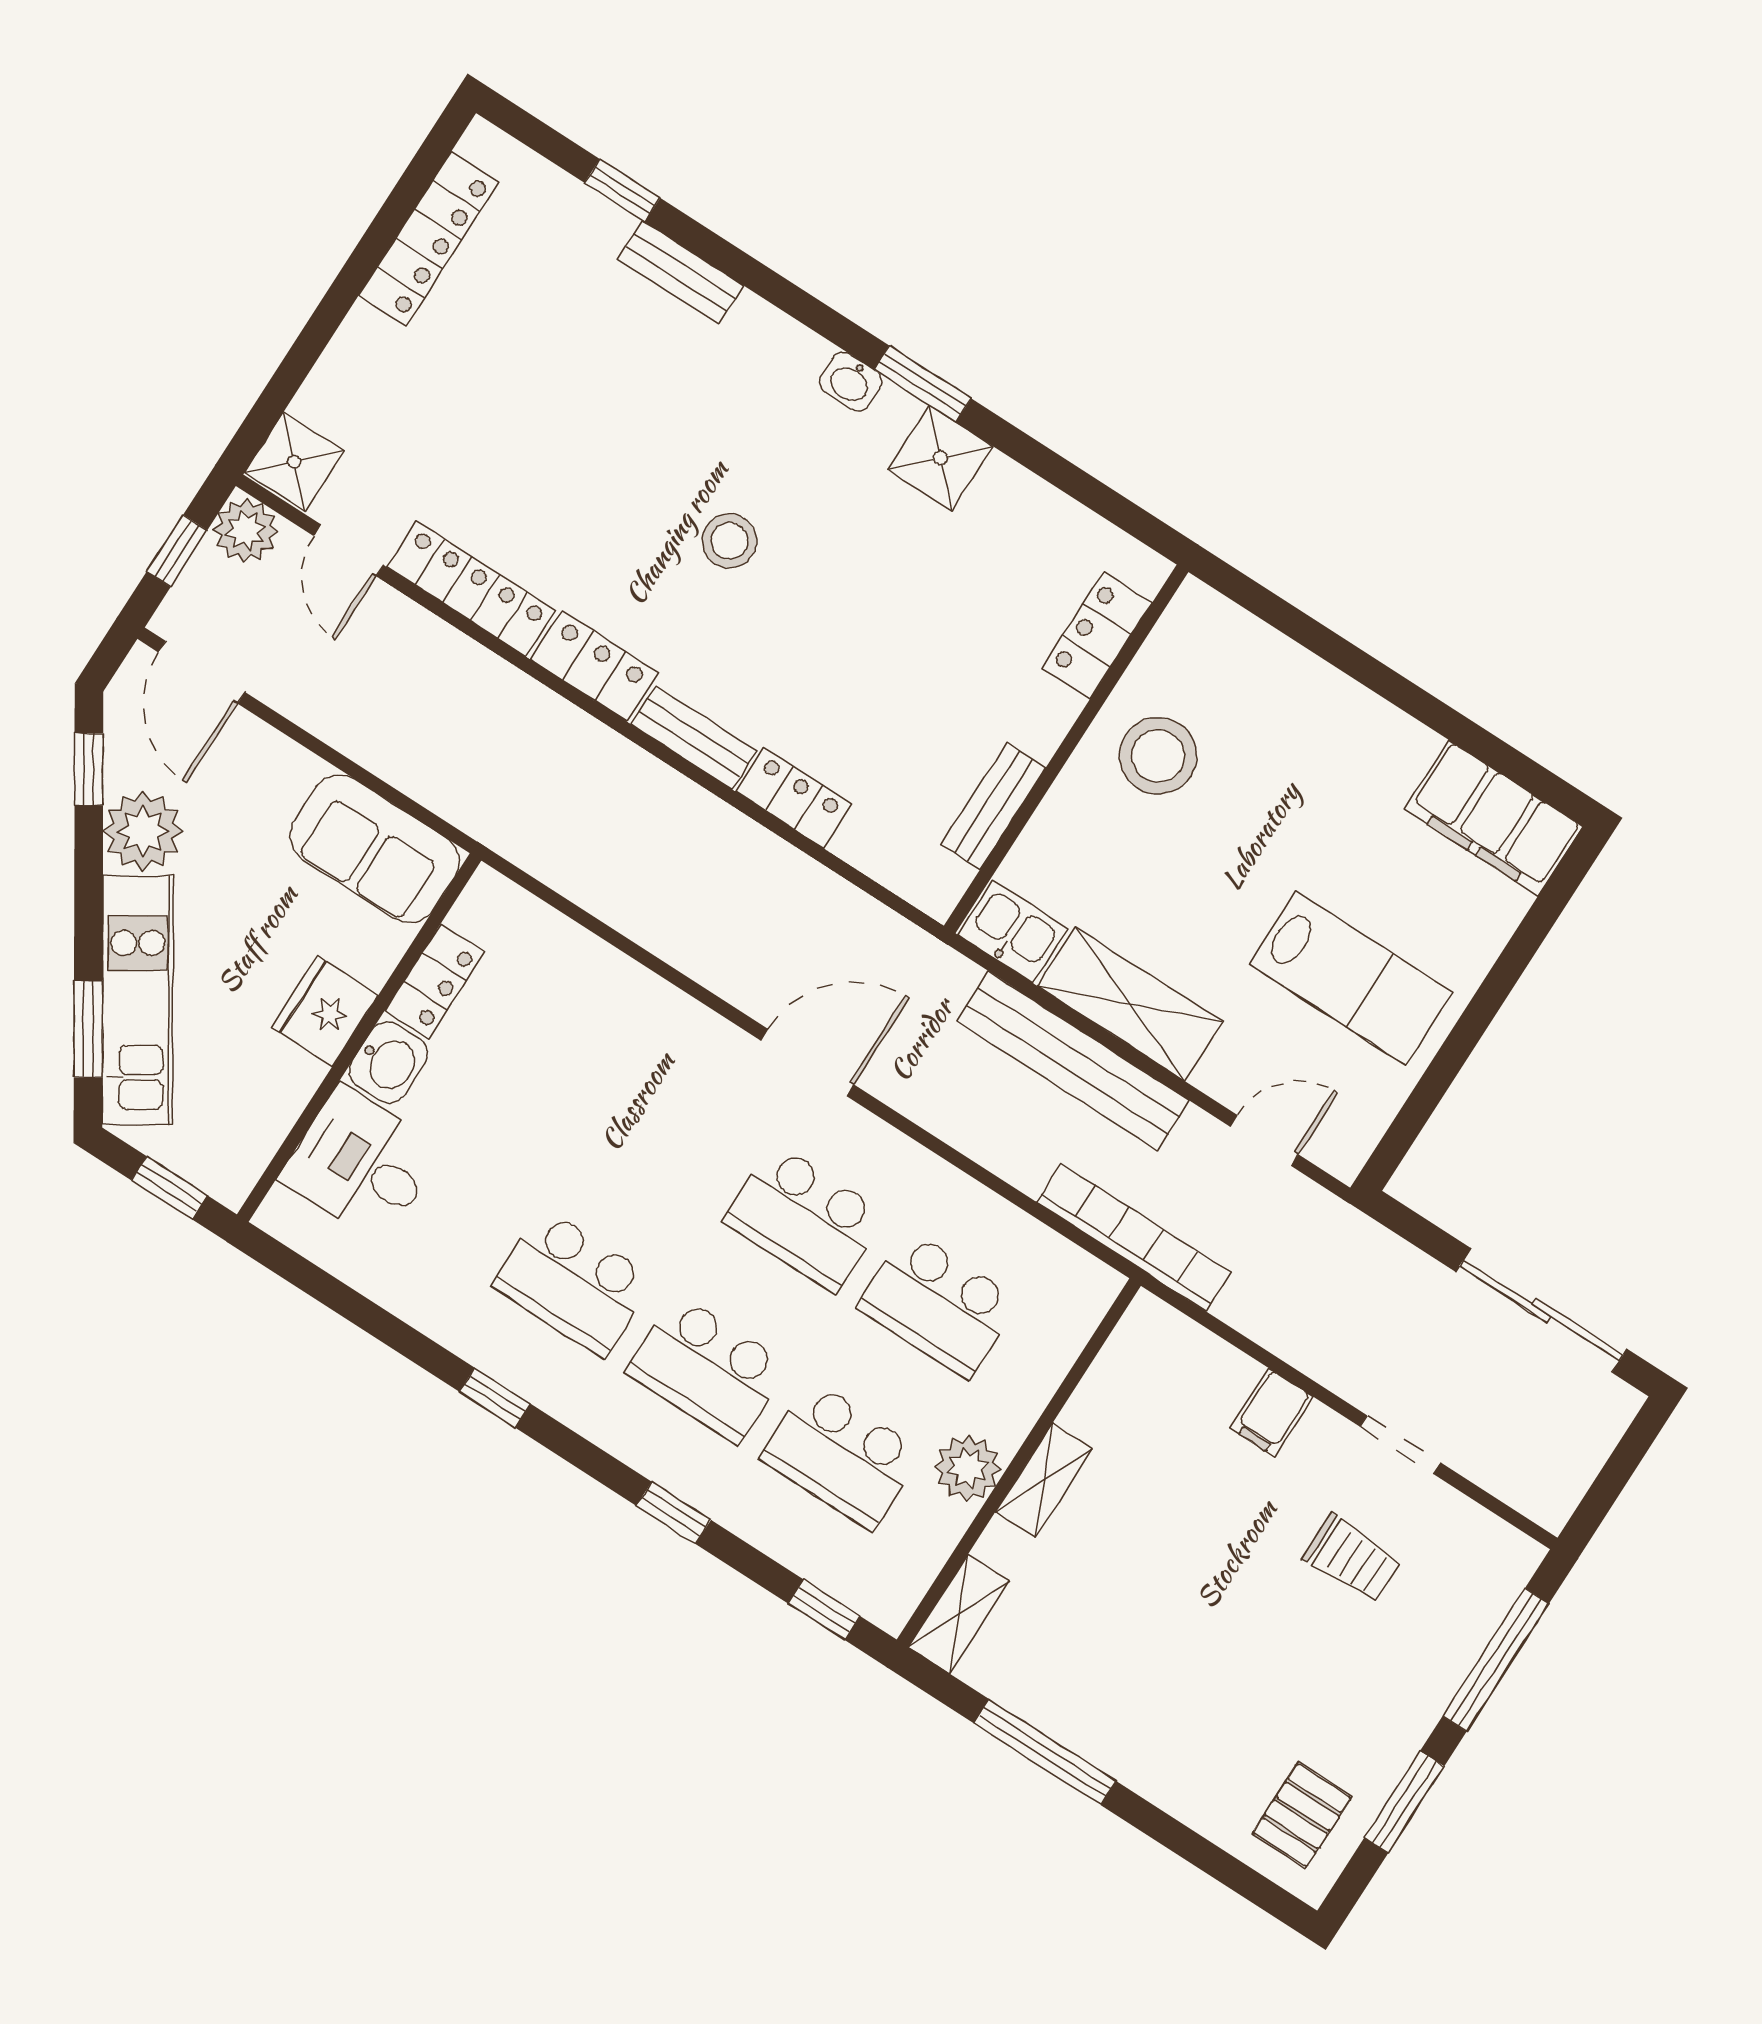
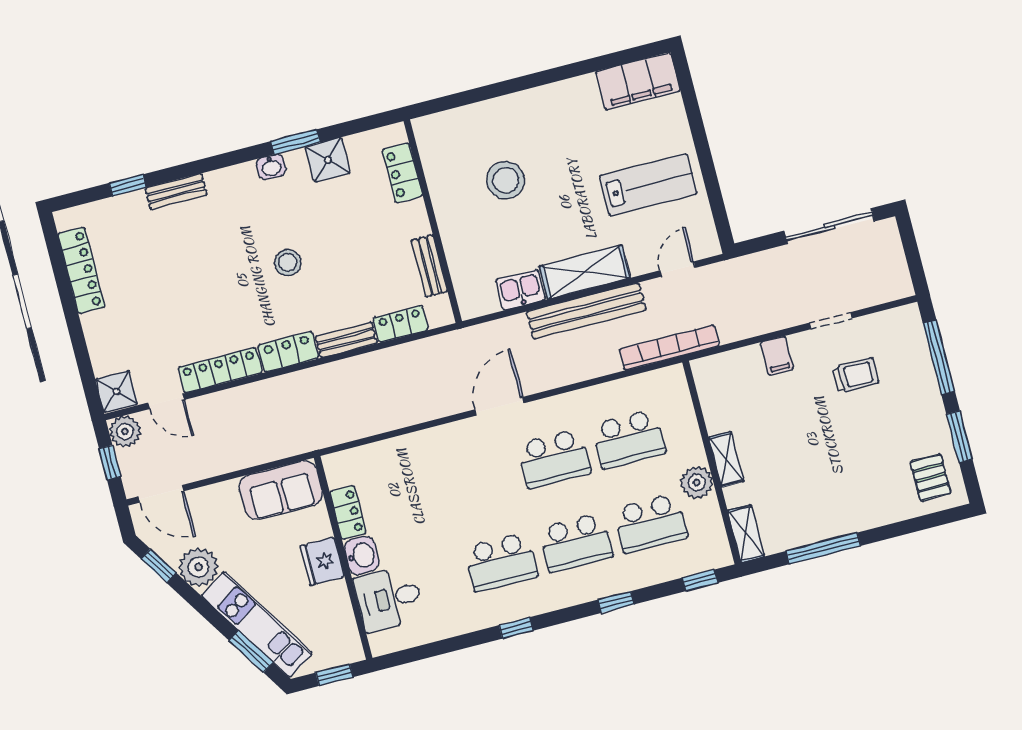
locker: (1097, 635) -> (402, 173), moved
wall: (1066, 749) -> (433, 221), moved
bench: (993, 806) -> (429, 266), moved

